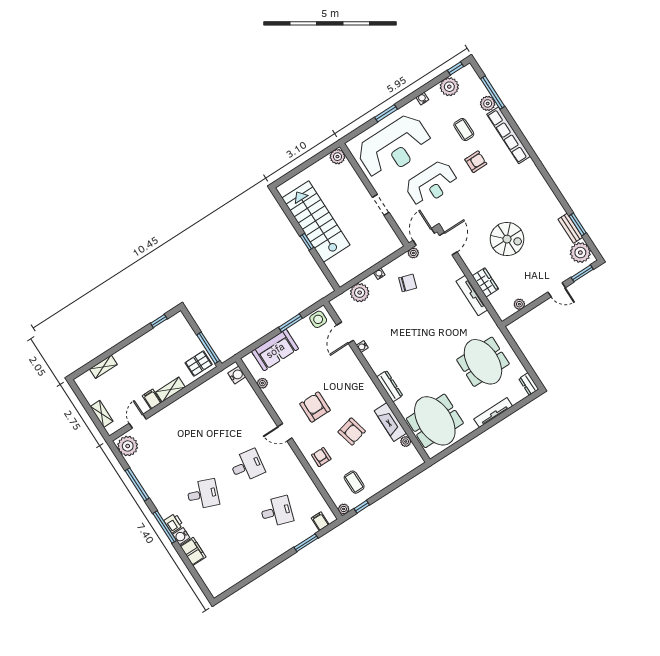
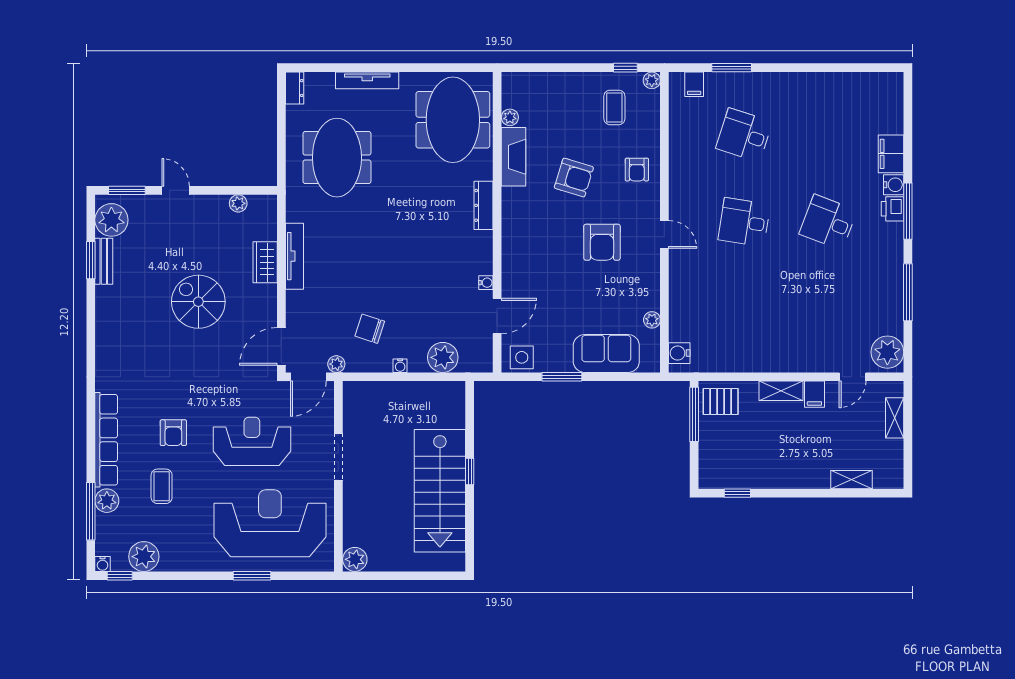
water cooler: (422, 98) -> (103, 564), moved
armchair: (476, 162) -> (173, 433), turned -90
doorway: (381, 205) -> (338, 457), width x1.38
armchair: (352, 432) -> (574, 178), turned 121

